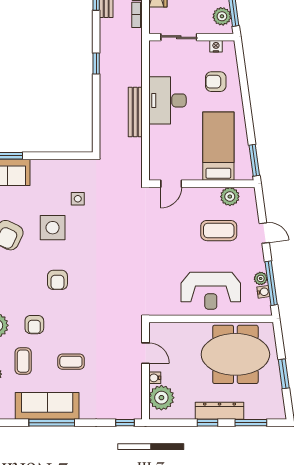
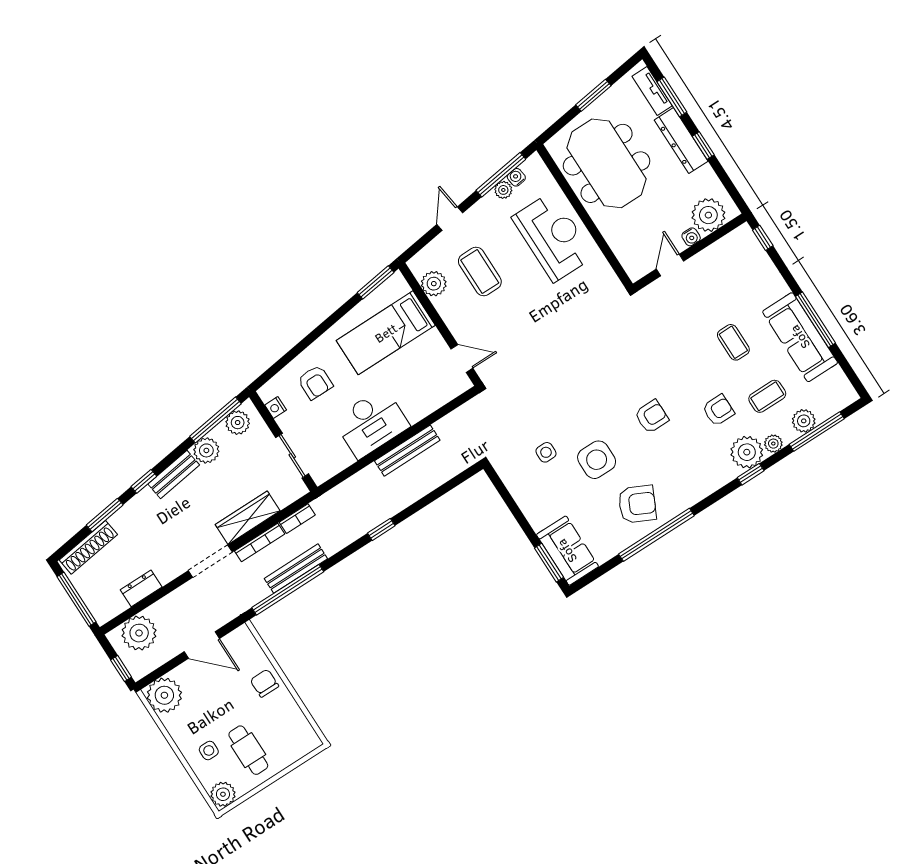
tv unit: (263, 413) -> (652, 91), added

